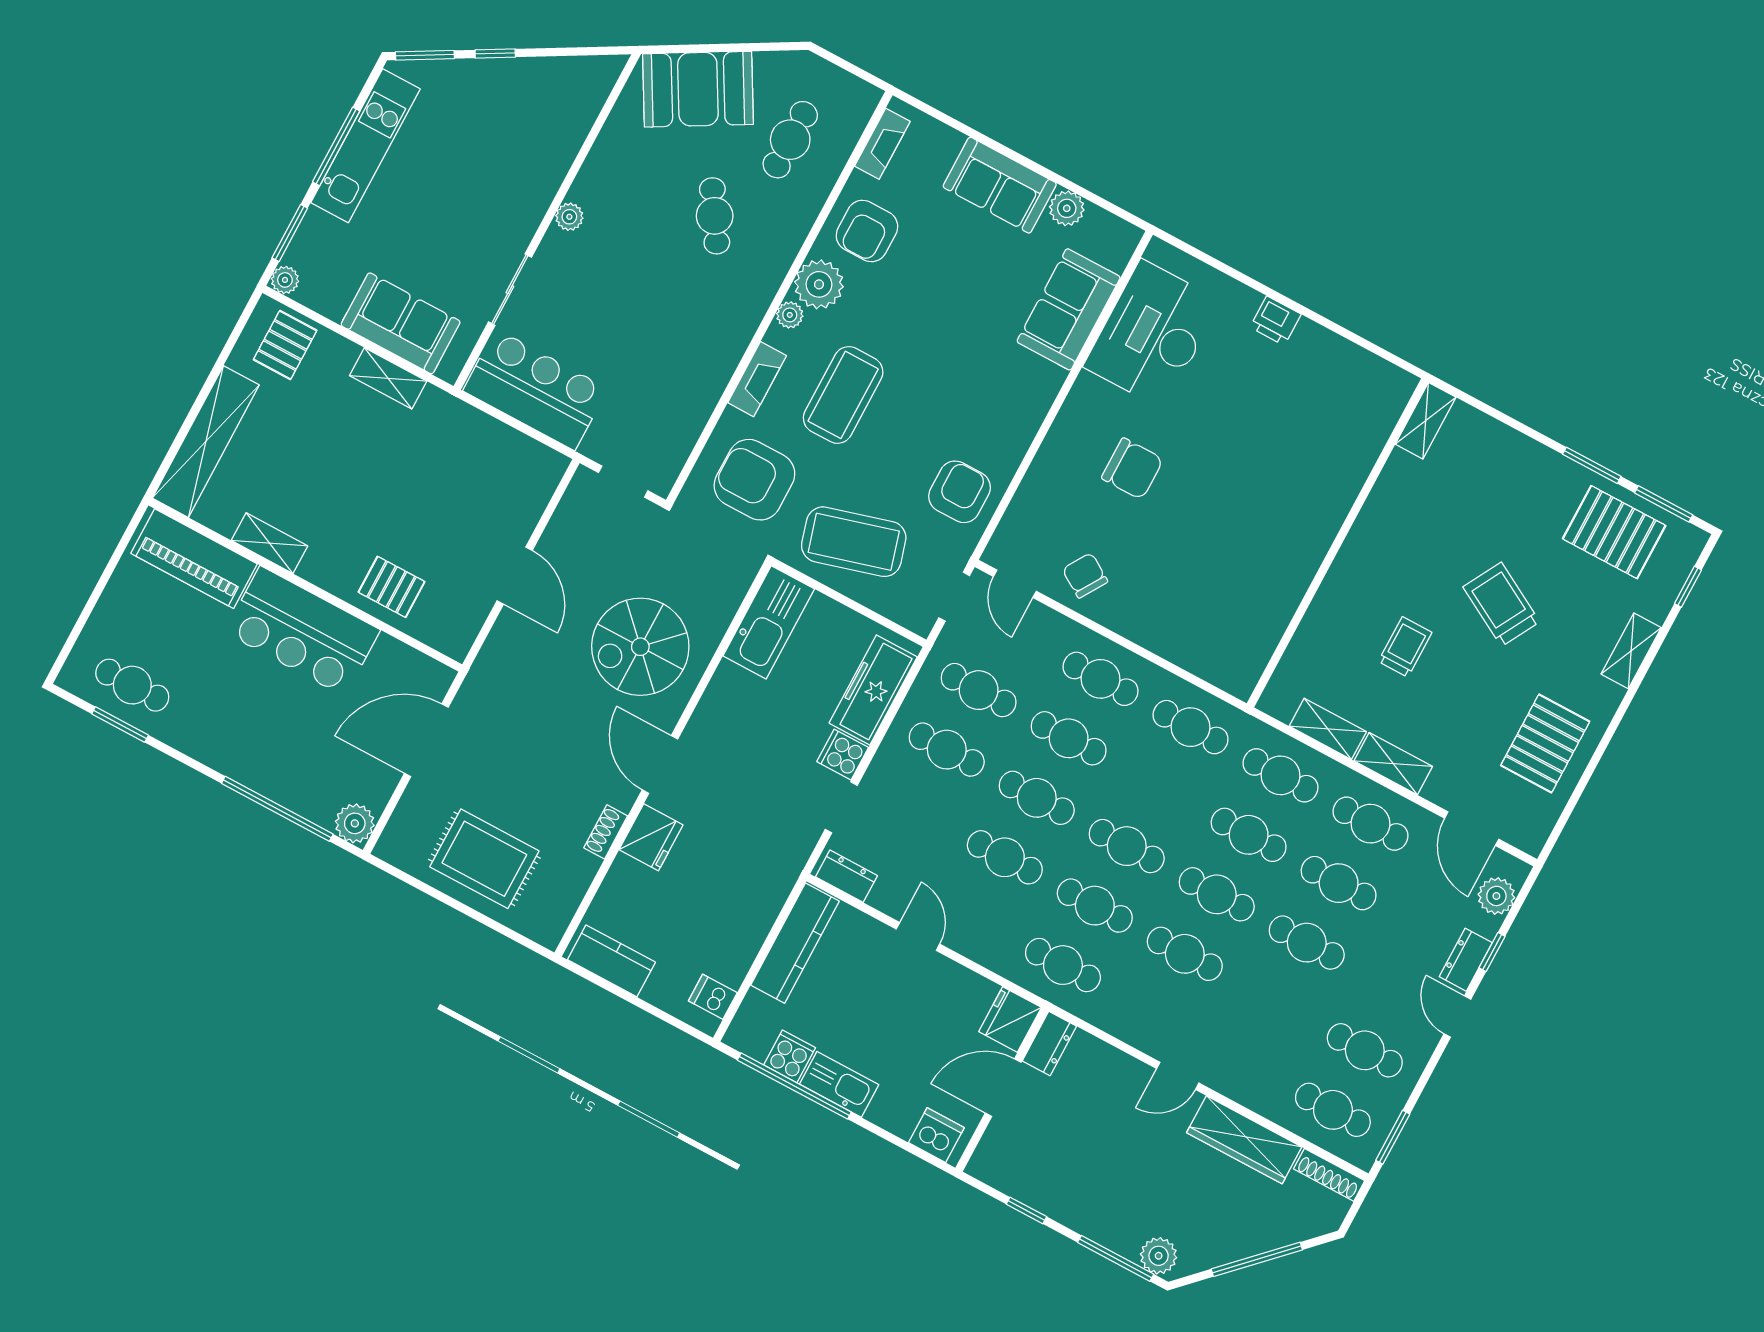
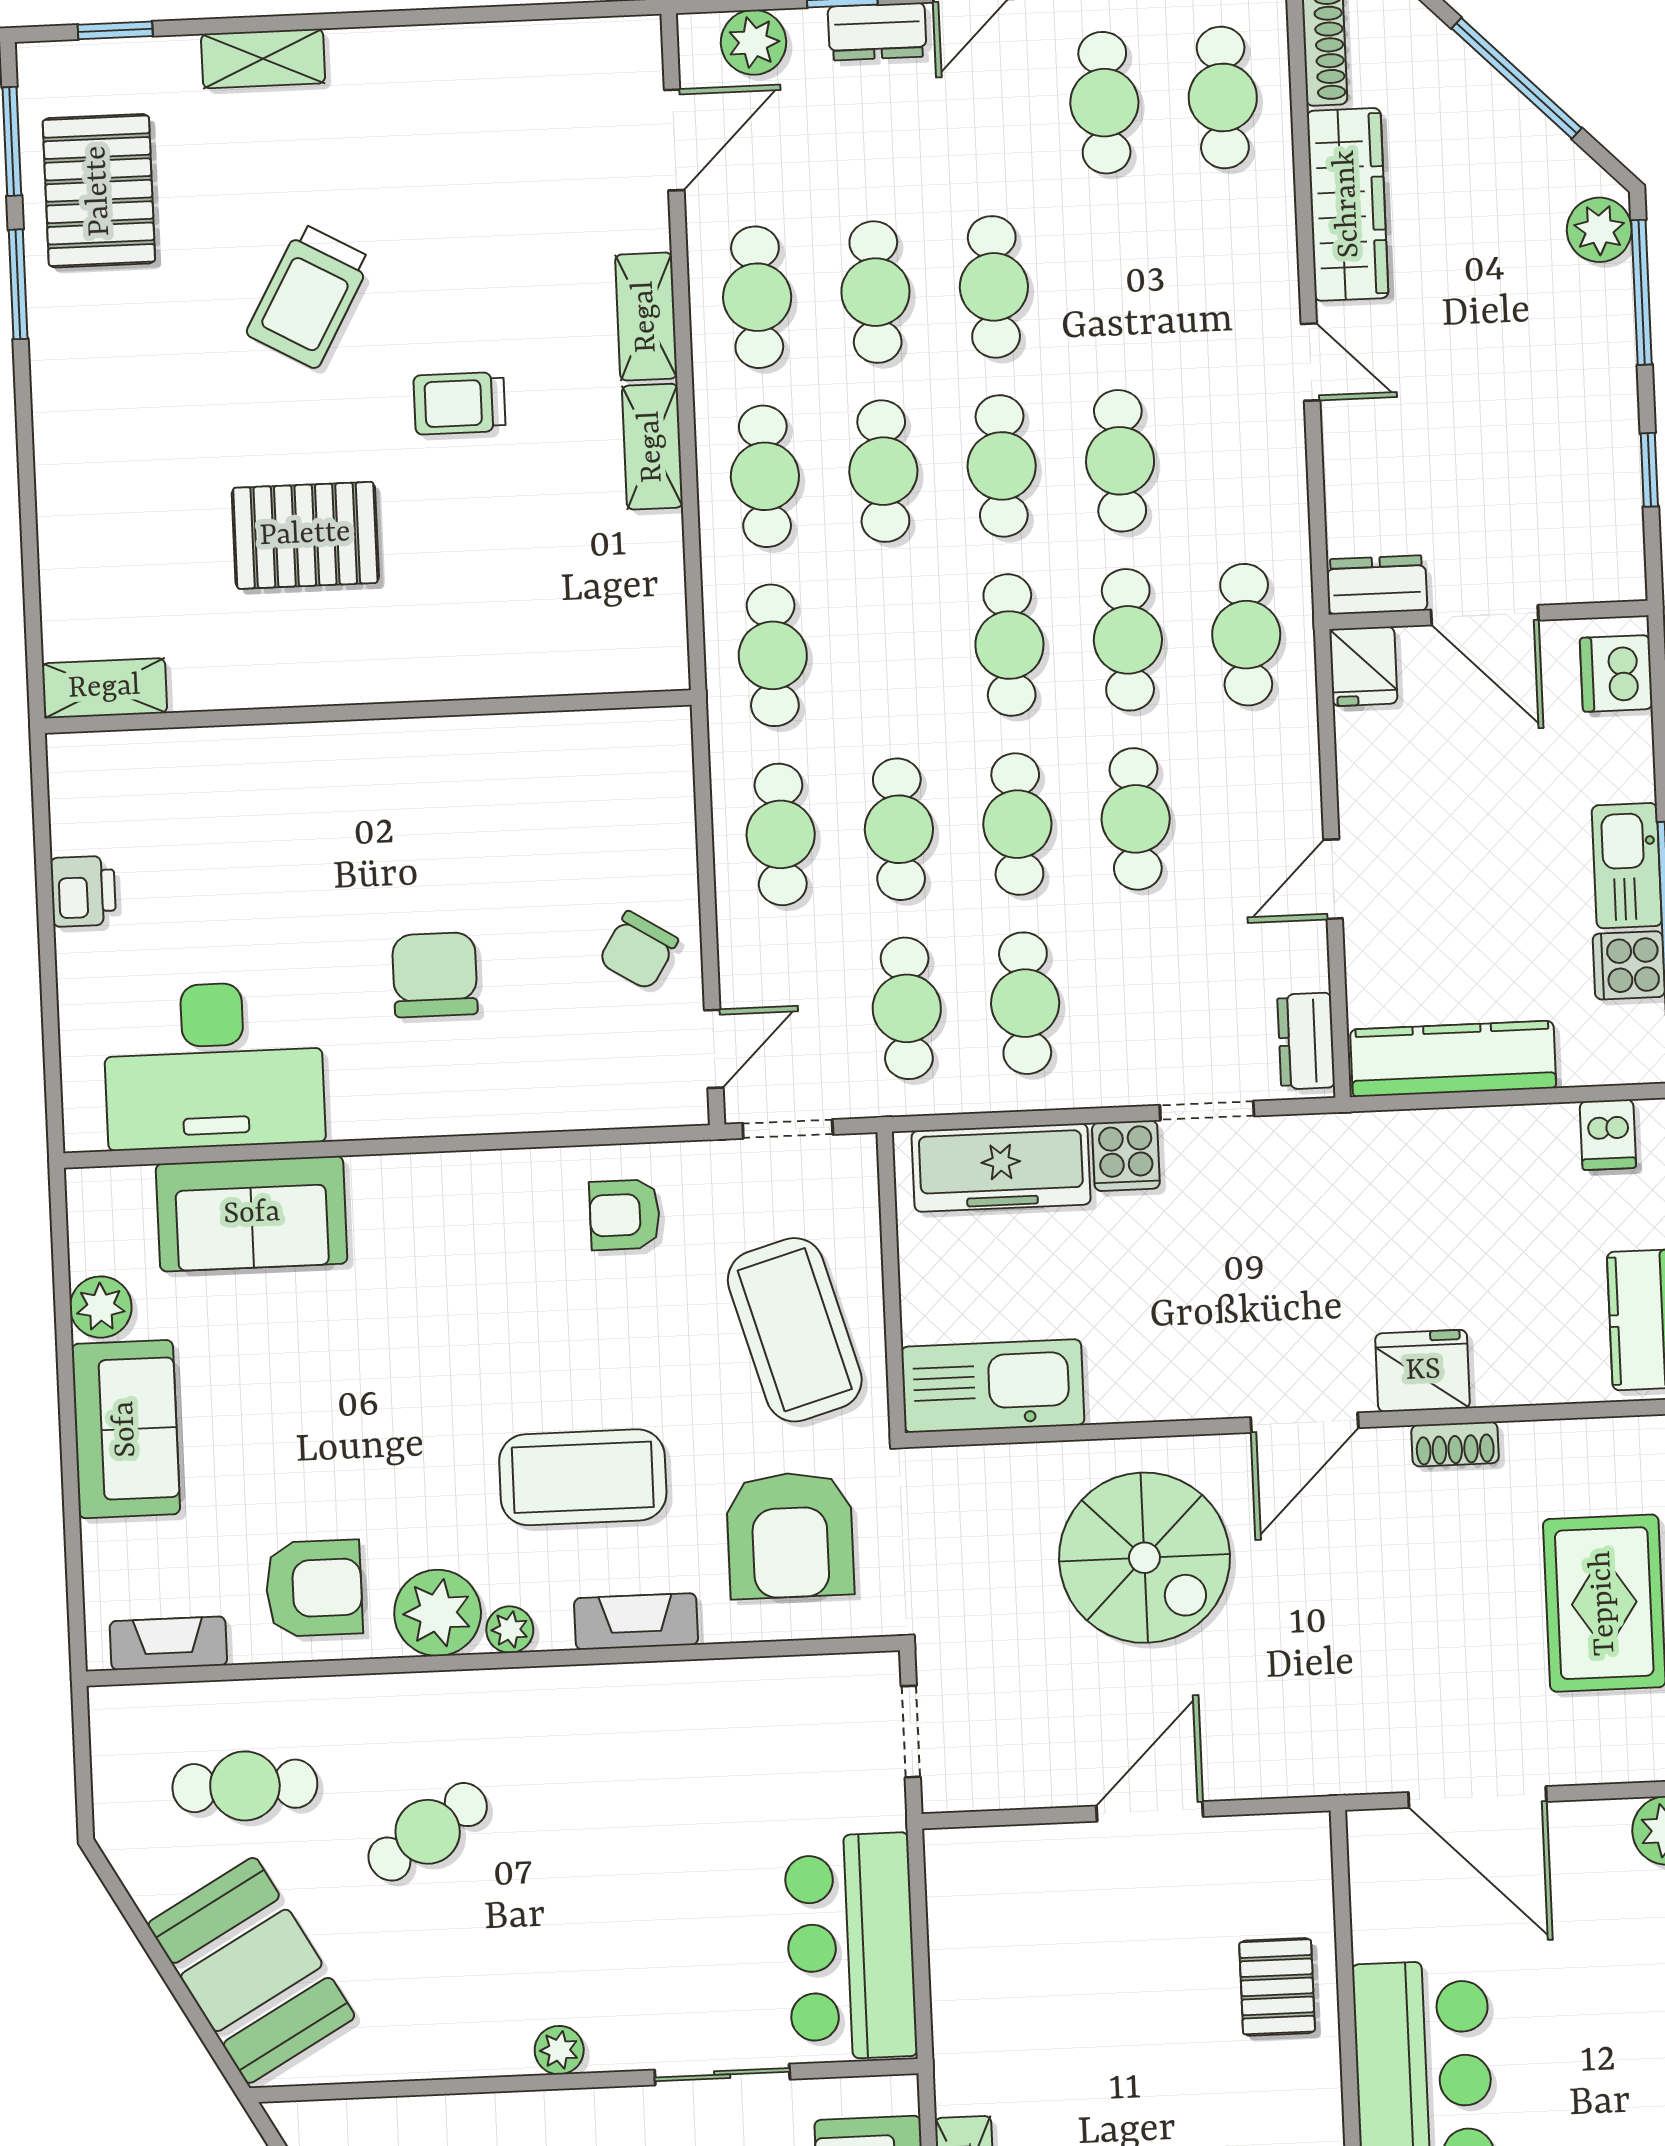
shelving: (1426, 421) -> (104, 688), moved
armchair: (960, 492) -> (625, 1215), width x0.72, depth x0.72
wall: (1338, 543) -> (368, 712), moved
pallet: (1545, 743) -> (305, 535), moved
fridge: (1010, 1019) -> (1363, 666), width x0.72

